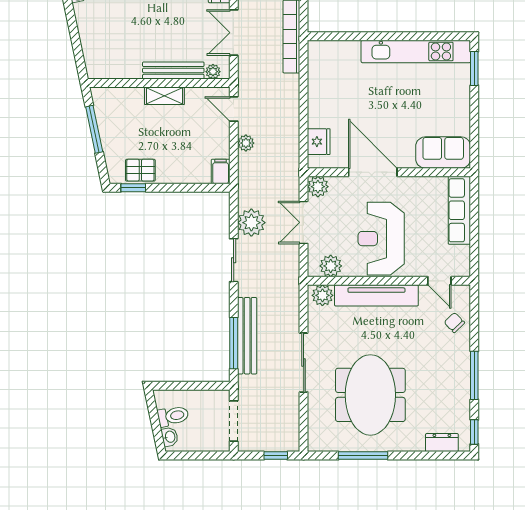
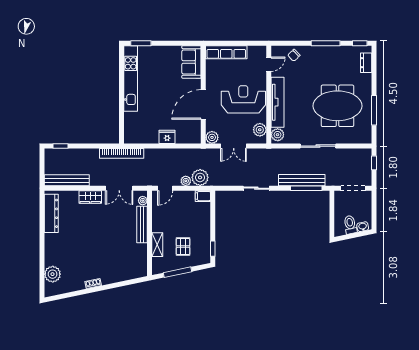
shelving: (164, 96) -> (157, 245), moved
fridge: (319, 142) -> (167, 137), moved
pallet: (140, 170) -> (183, 247), moved
plant: (251, 223) -> (200, 177), moved
reception desk: (381, 239) -> (243, 99), turned 180

